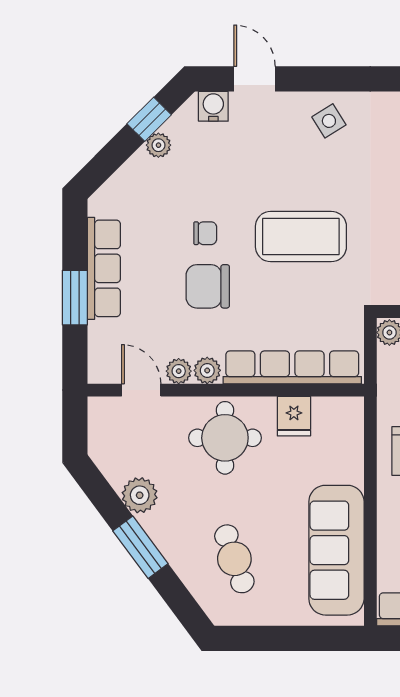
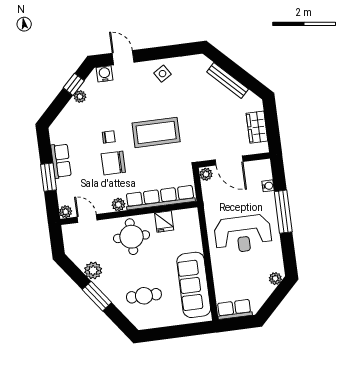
row of seats: (104, 268) -> (61, 161), width x0.68
plant: (179, 371) -> (66, 212), moved
cafe table: (234, 559) -> (144, 296), turned -71

